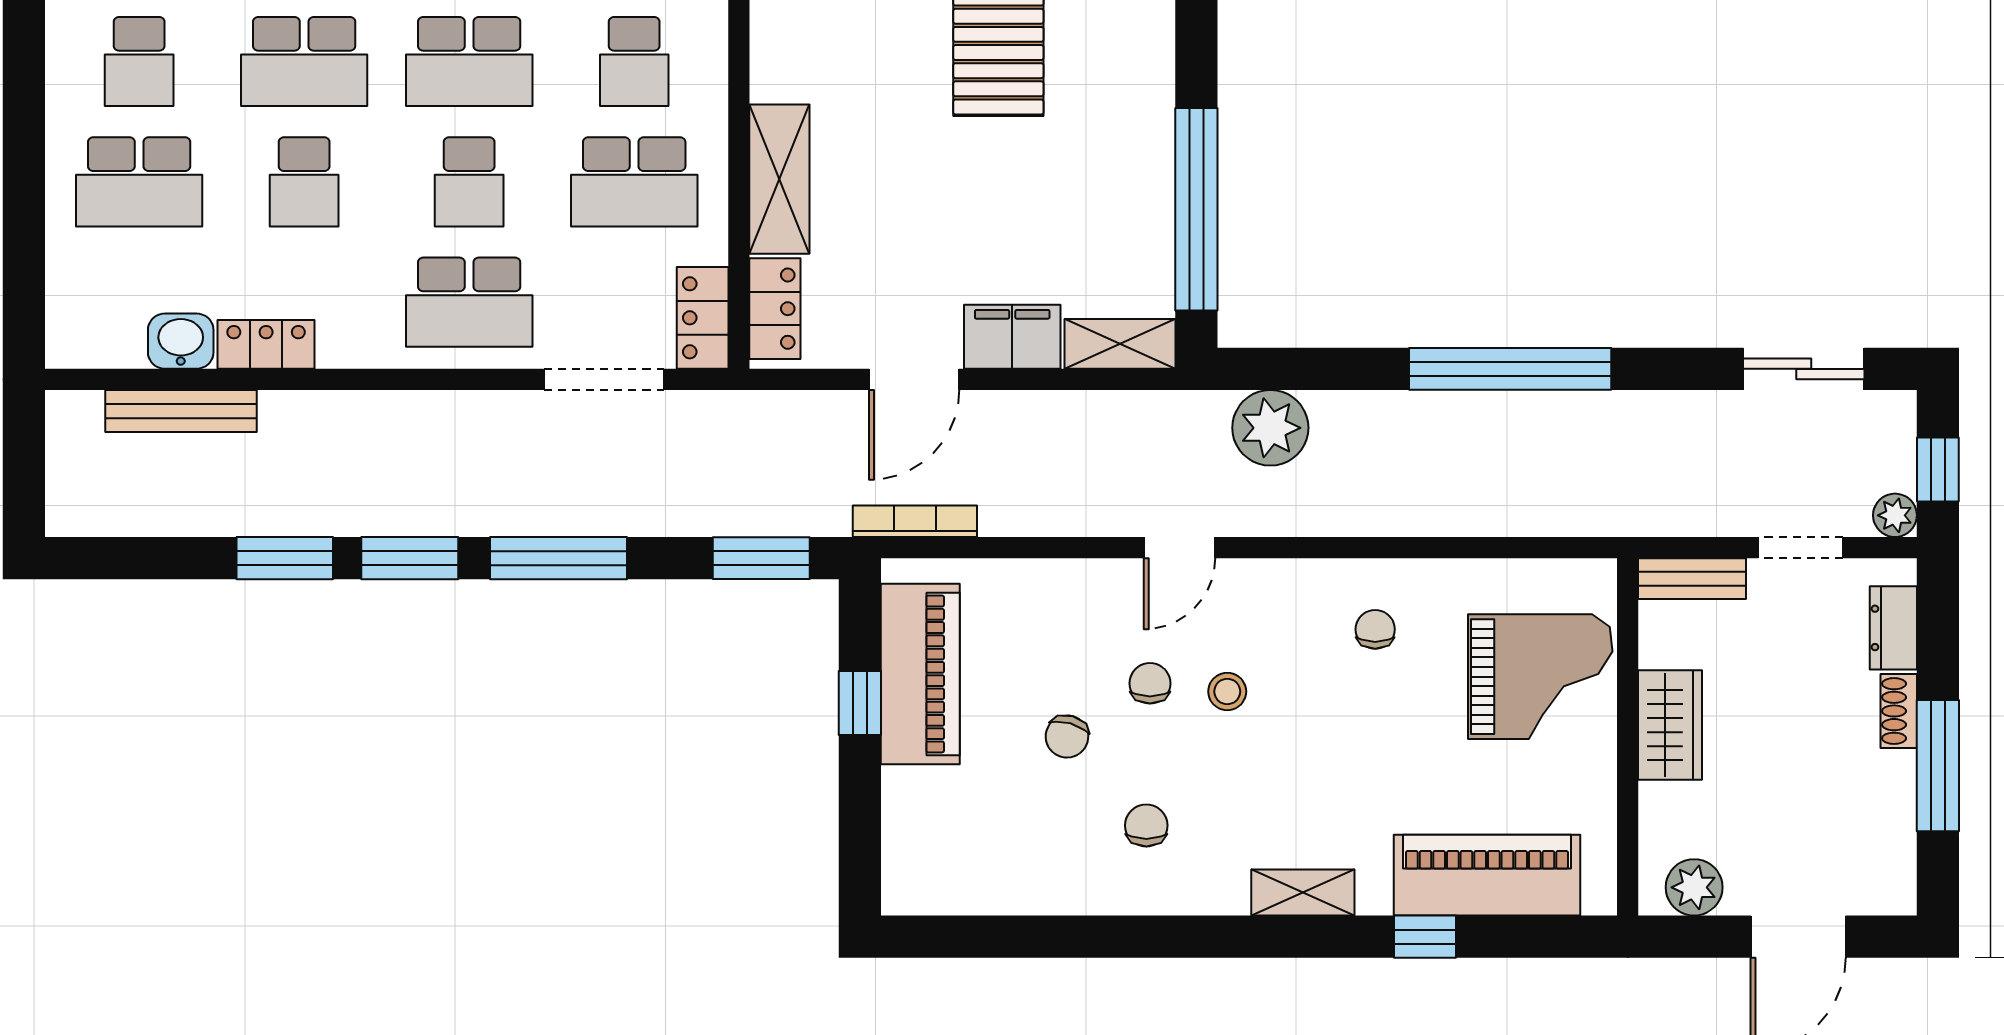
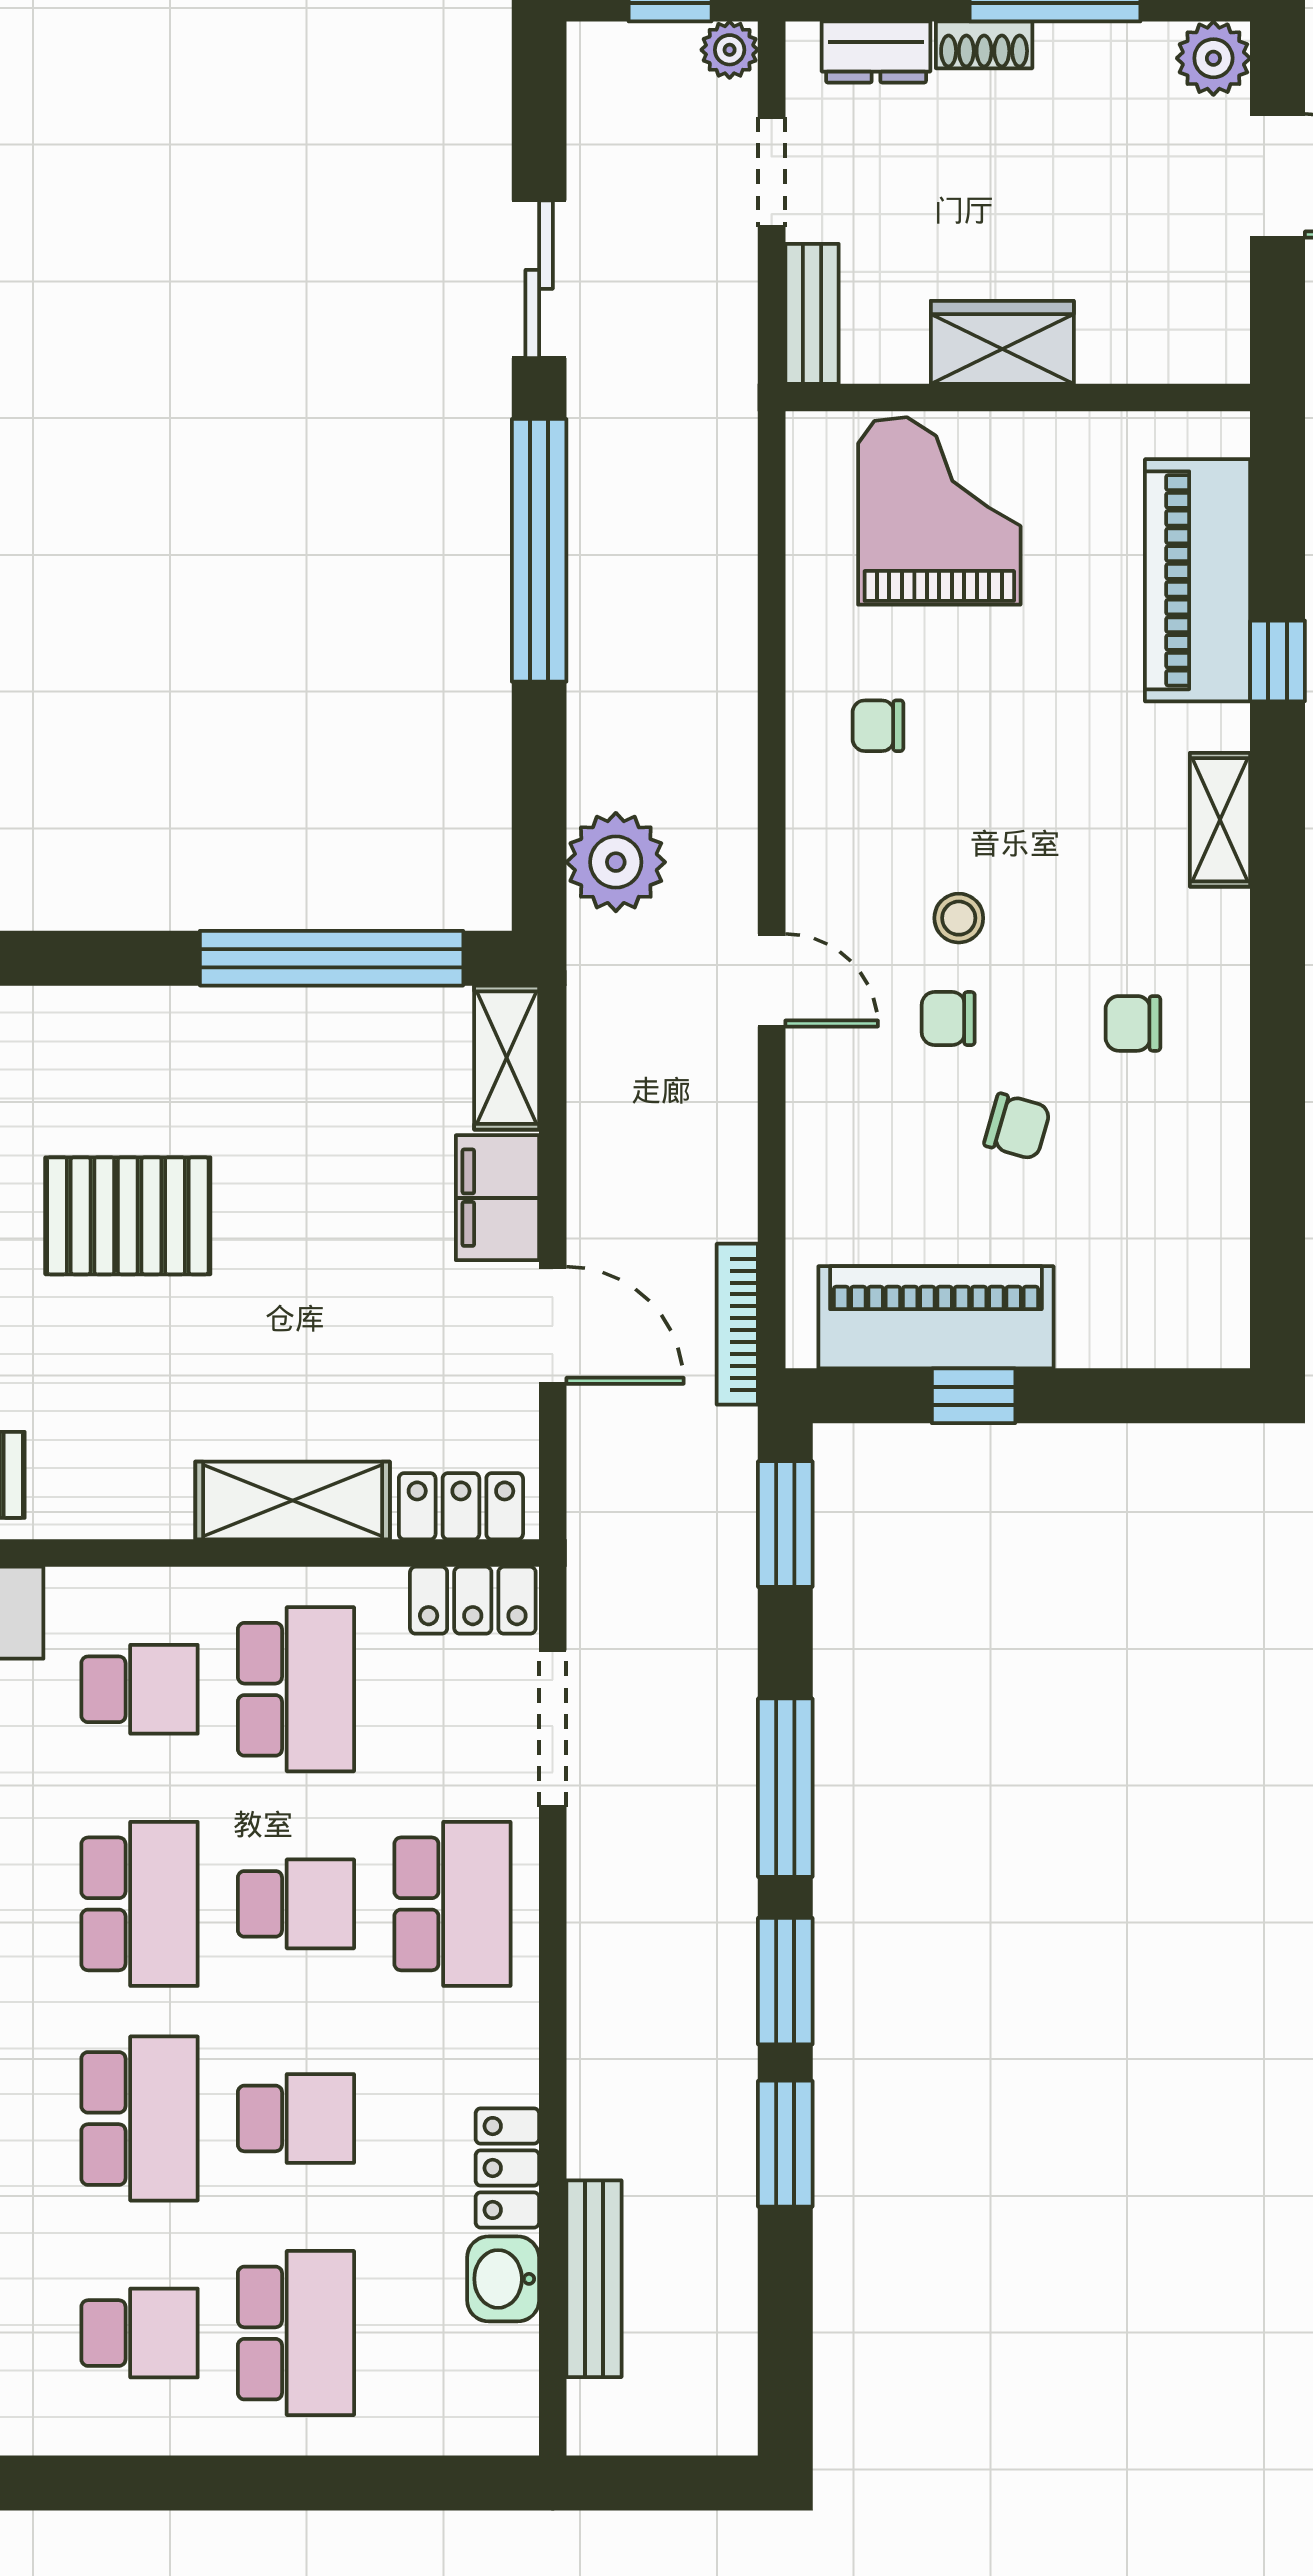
sliding door: (1804, 369) -> (539, 279), moved
plant: (1694, 887) -> (1213, 58), moved

